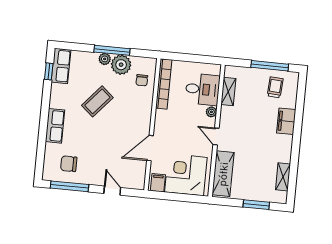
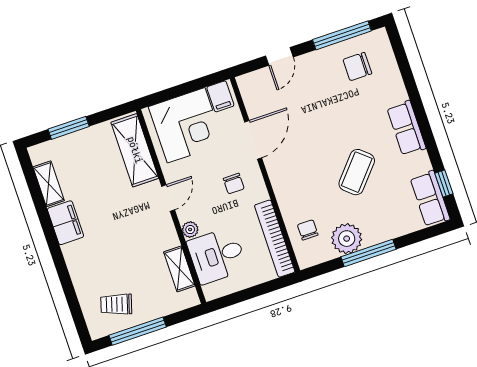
plant: (105, 59) -> (373, 236), removed
trolley: (275, 87) -> (116, 304), turned 103
filing cabinet: (286, 121) -> (65, 223), moved
row of seats: (55, 126) -> (406, 128), moved
chair: (173, 128) -> (234, 184), added
door: (216, 136) -> (168, 198), hinge flipped
chair: (69, 164) -> (357, 67), turned 180
door: (112, 191) -> (279, 56), hinge flipped

